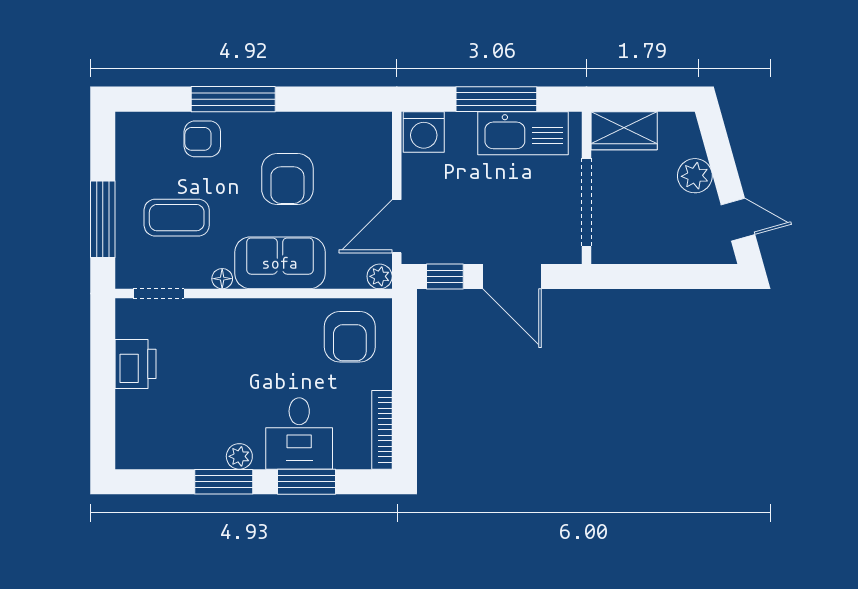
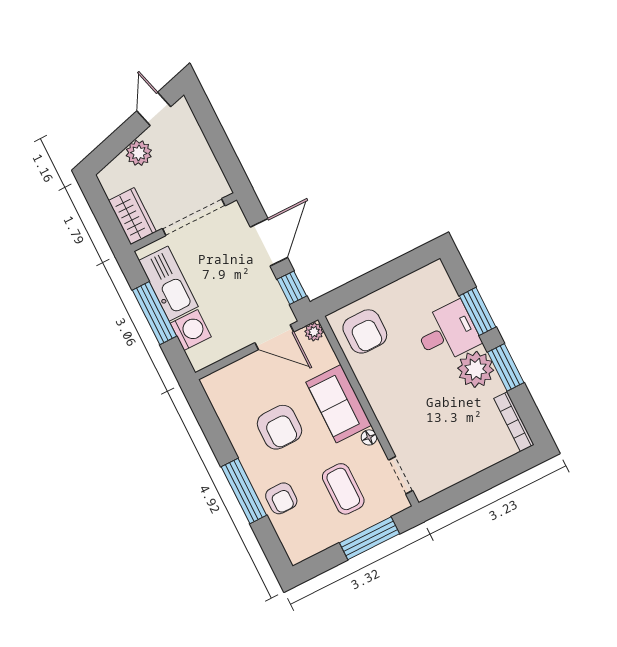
washing machine: (424, 132) -> (191, 330), moved
armchair: (287, 179) -> (279, 427), turned 90
armchair: (350, 337) -> (365, 331), turned 90
printer: (136, 364) -> (456, 467), removed
bookcase: (382, 430) -> (514, 422), moved, turned 90
plant: (239, 456) -> (476, 369), width x1.87, depth x1.87

